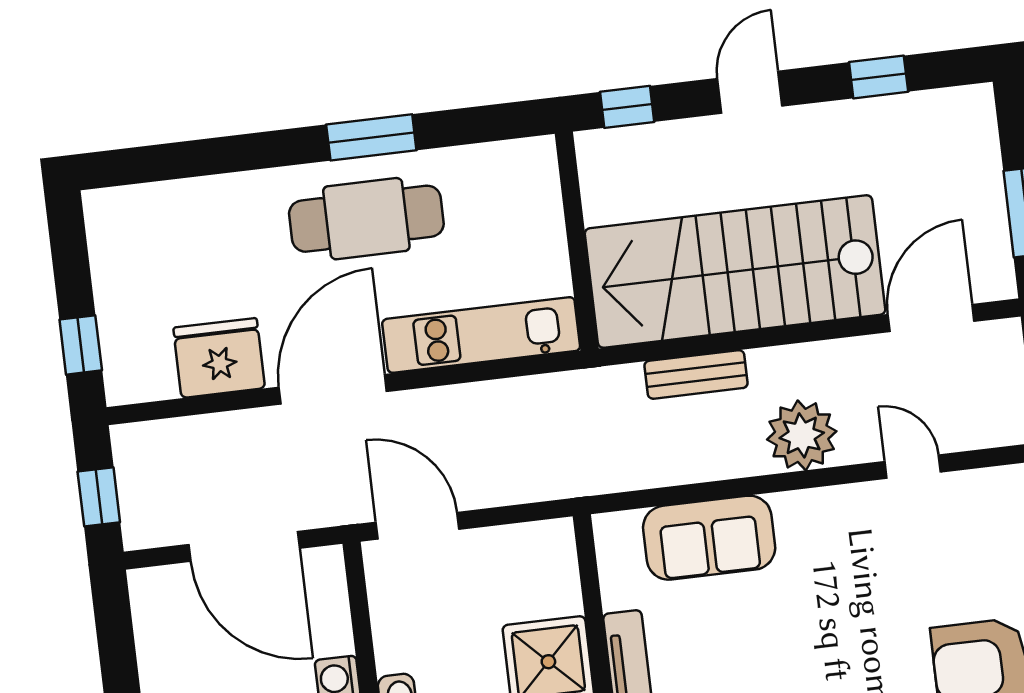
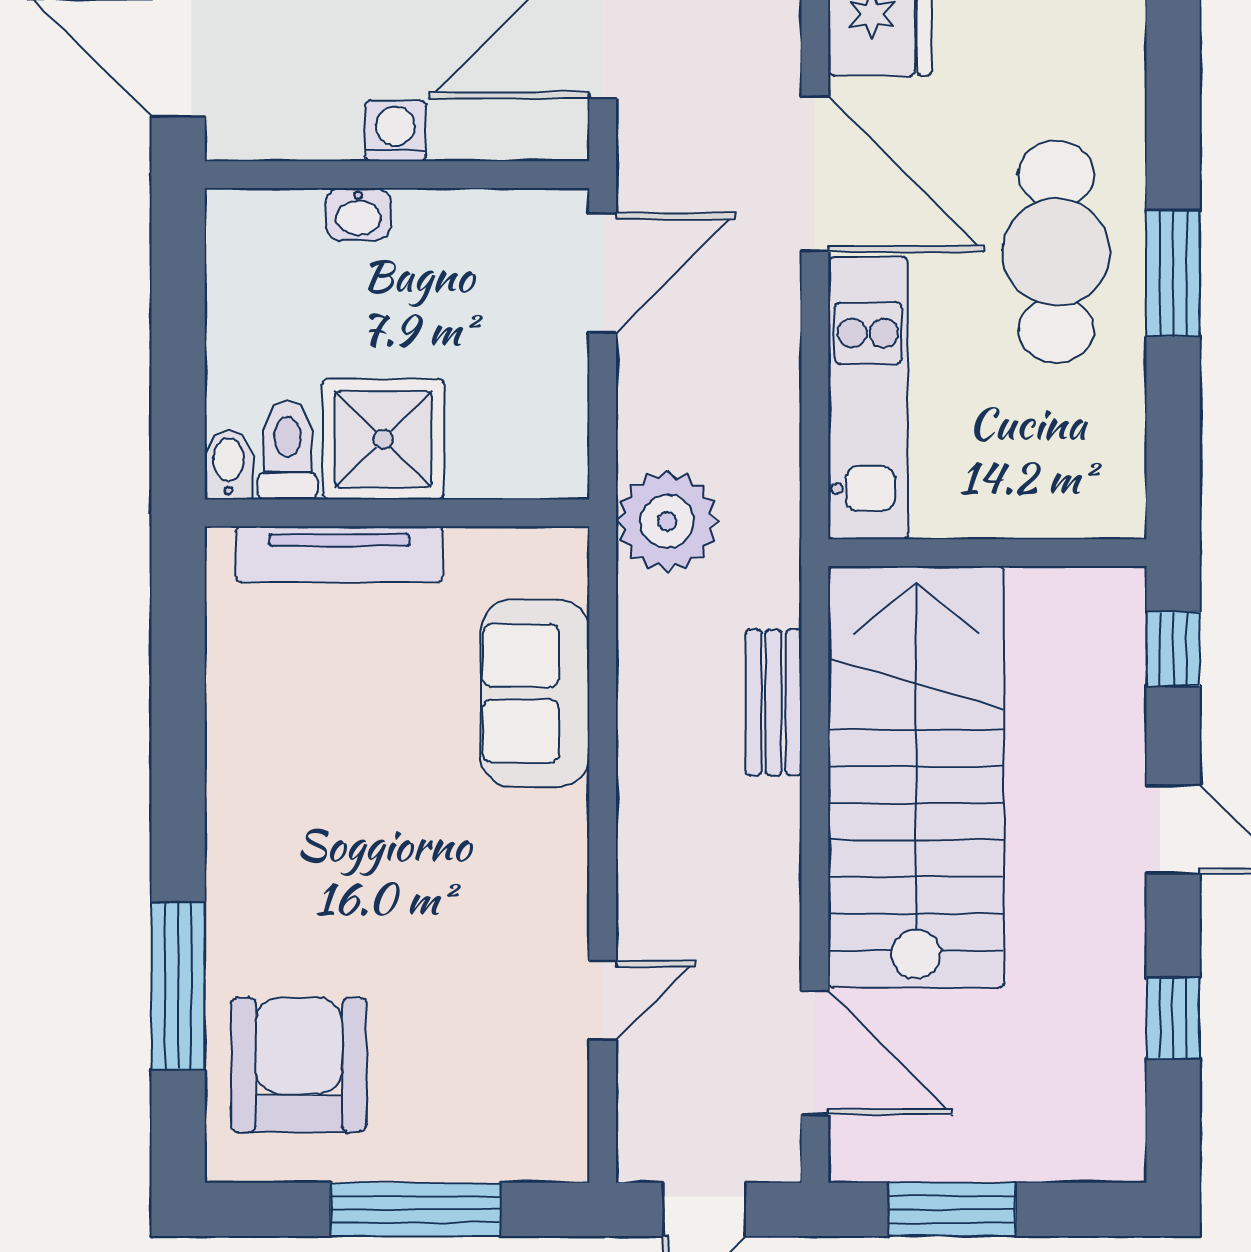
plant: (802, 435) -> (667, 521), moved

